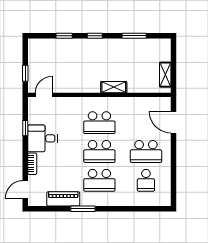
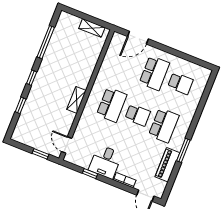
window: (134, 36) -> (46, 42), width x1.44
shelving: (114, 87) -> (76, 100), moved
school desk: (99, 151) -> (138, 115), width x0.54

